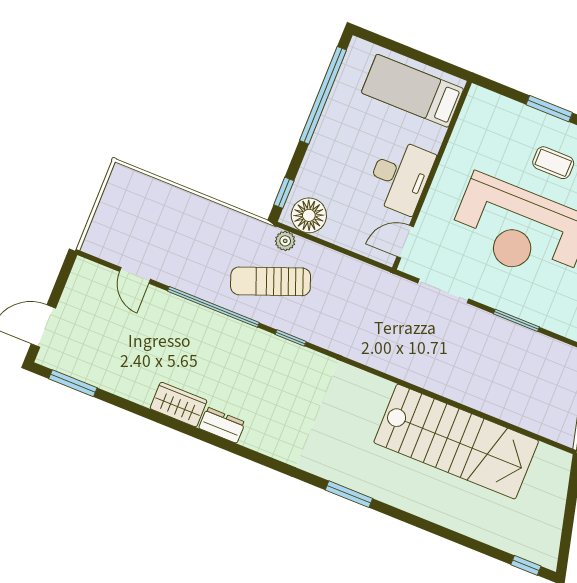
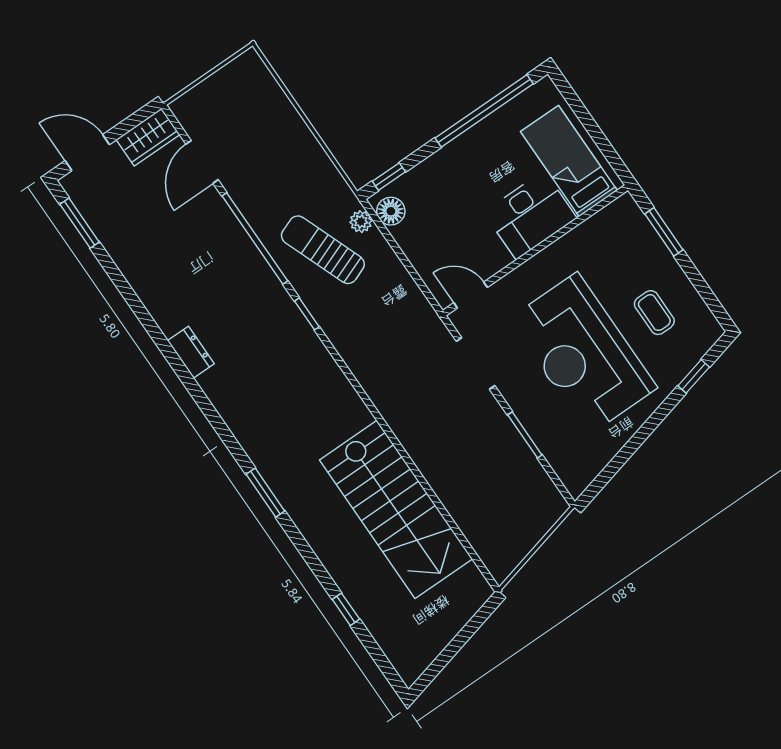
window: (549, 109) -> (664, 232), moved
desk: (400, 176) -> (530, 215), moved
floor lamp: (309, 215) -> (391, 211), width x0.73, depth x0.73
door: (135, 275) -> (202, 162), width x1.38
wardrobe: (179, 405) -> (148, 137), moved, turned 90
window: (526, 565) -> (346, 609), moved

